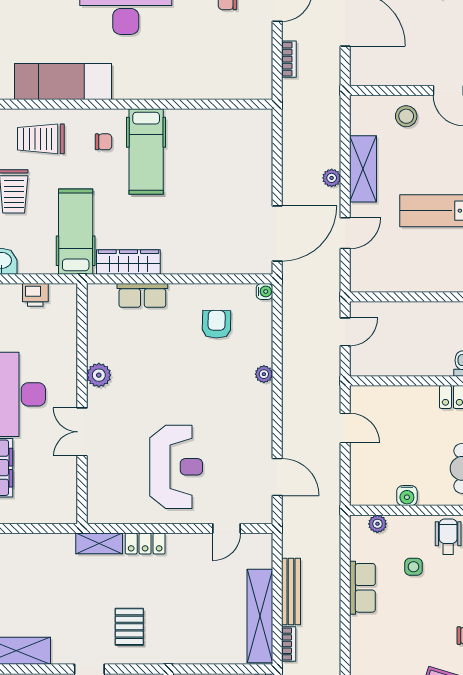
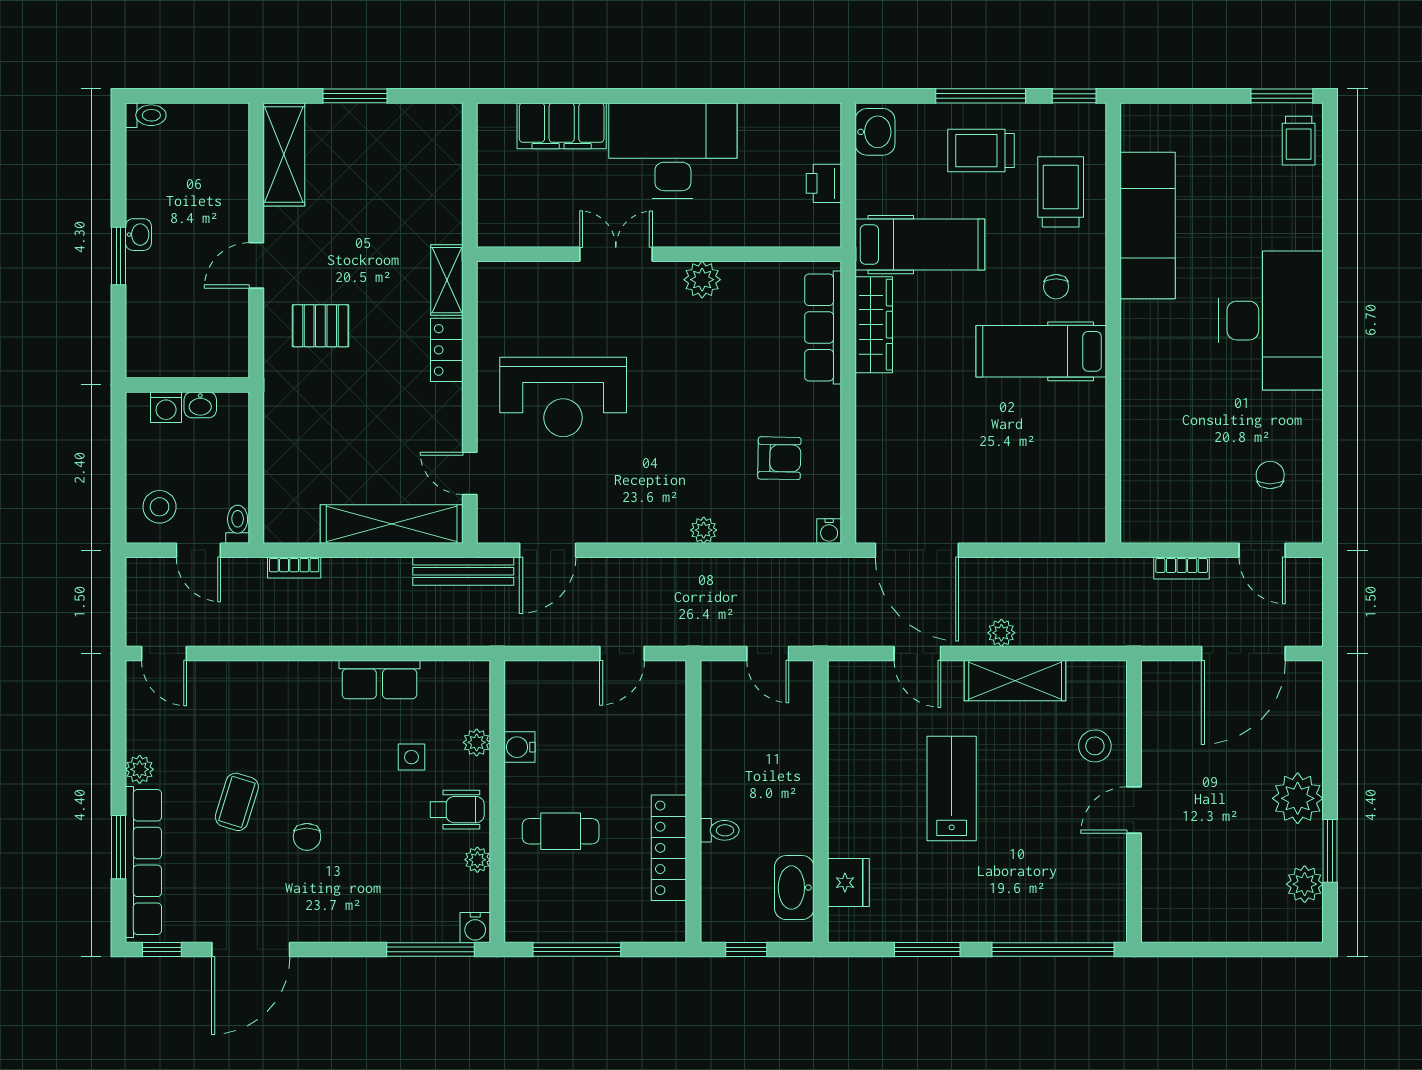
row of seats: (142, 295) -> (823, 327), width x1.48
plant: (377, 524) -> (477, 742), moved
bench: (291, 592) -> (463, 571), moved
shelving: (260, 616) -> (392, 524), moved

